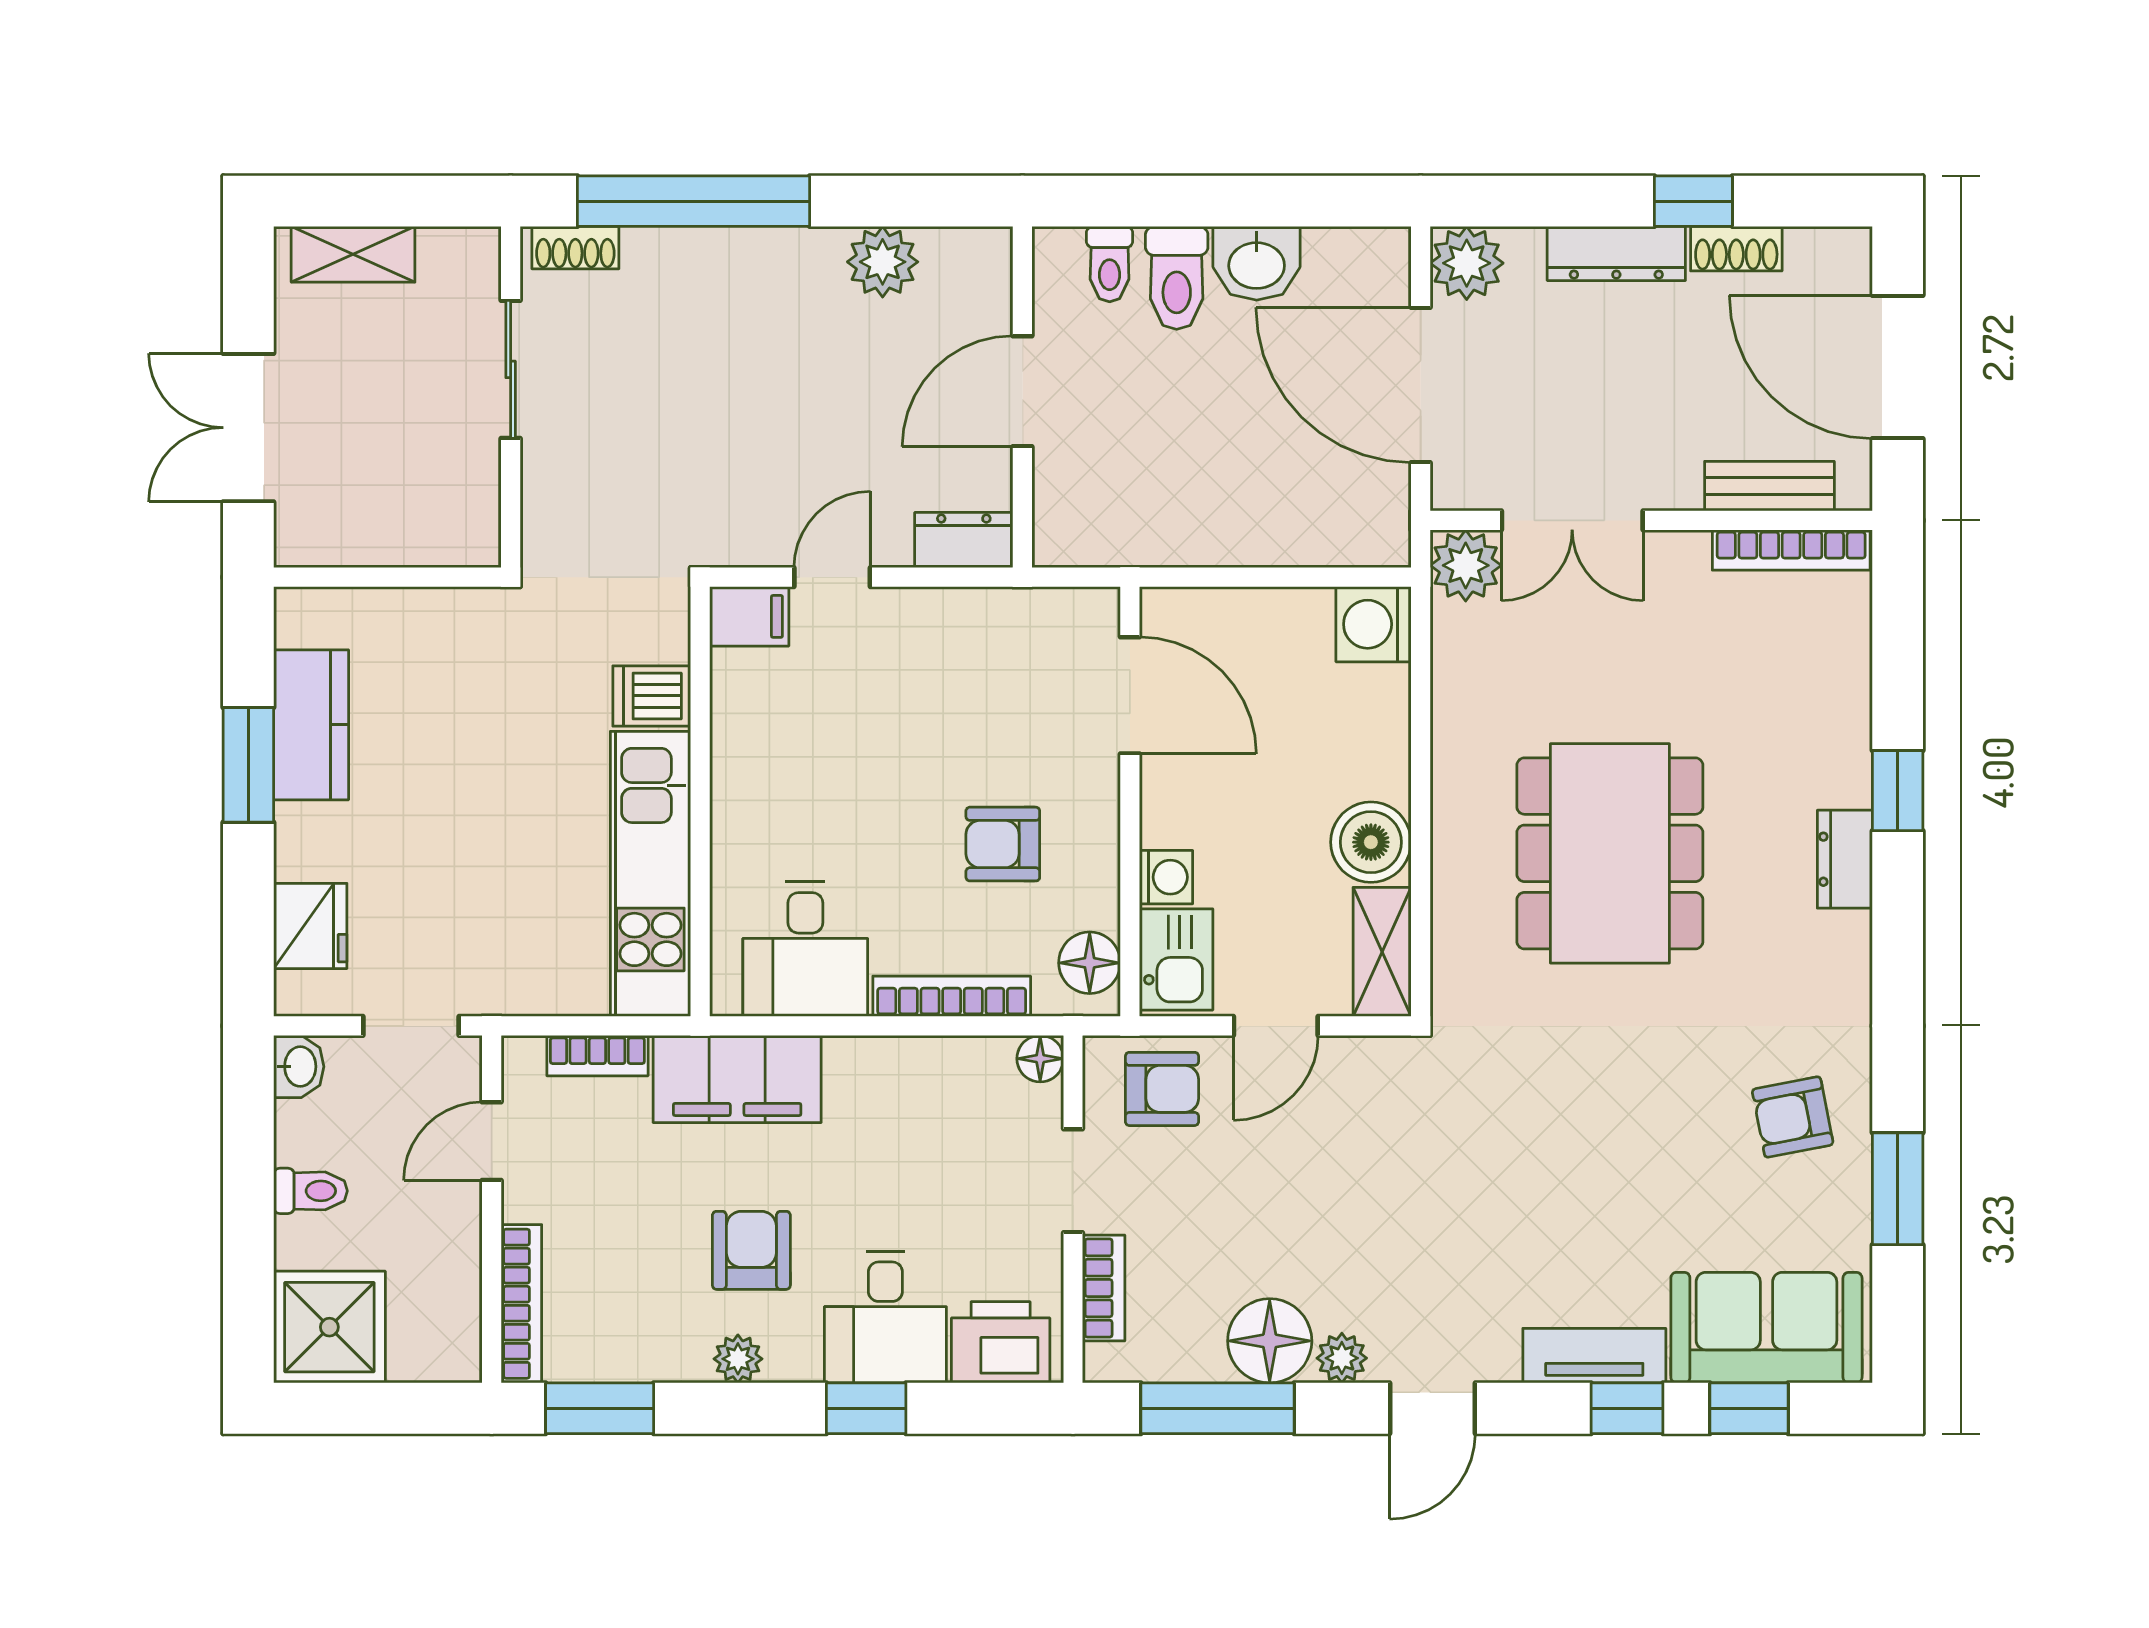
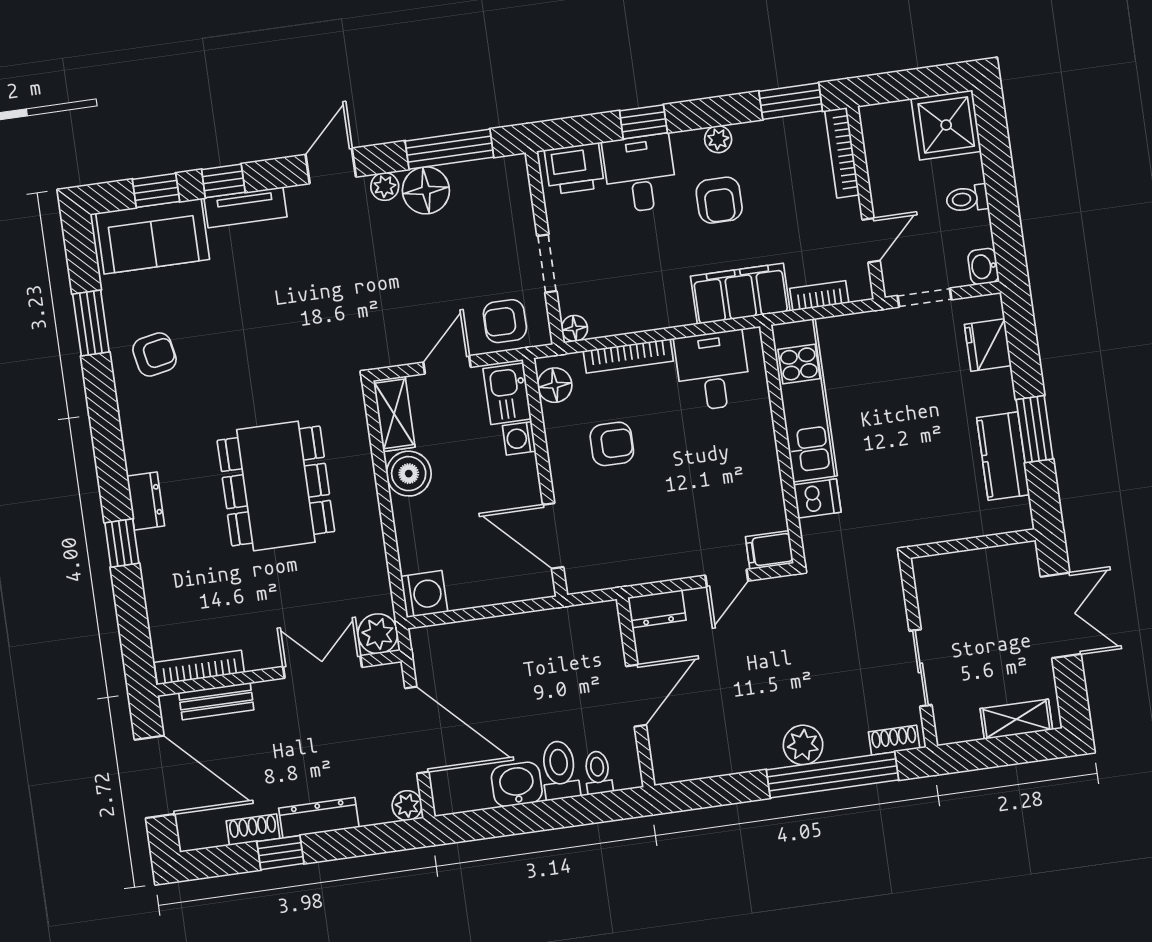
plant: (883, 262) -> (803, 745), moved
plant: (1467, 263) -> (407, 806), width x0.73, depth x0.73
bookcase: (1104, 1288) -> (522, 207), removed

